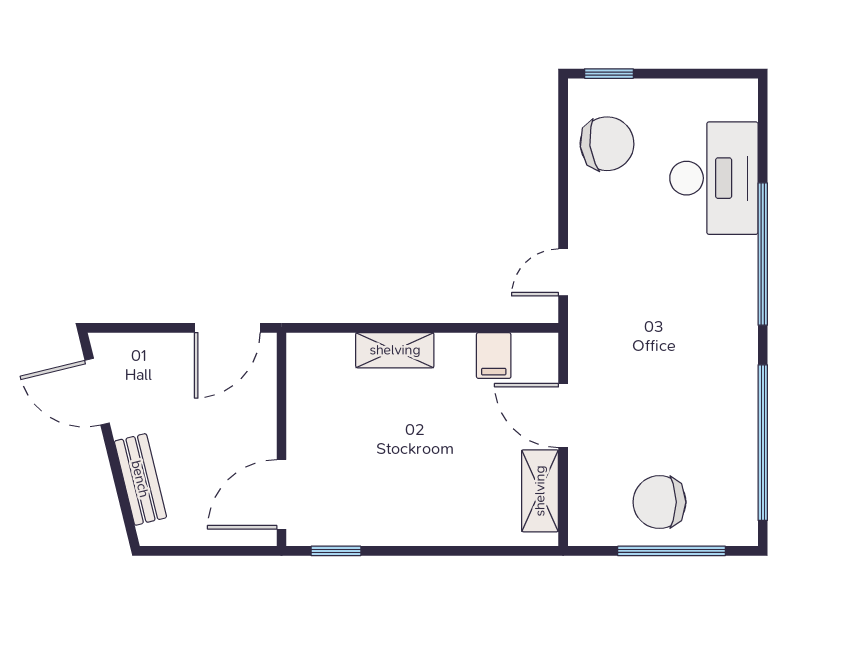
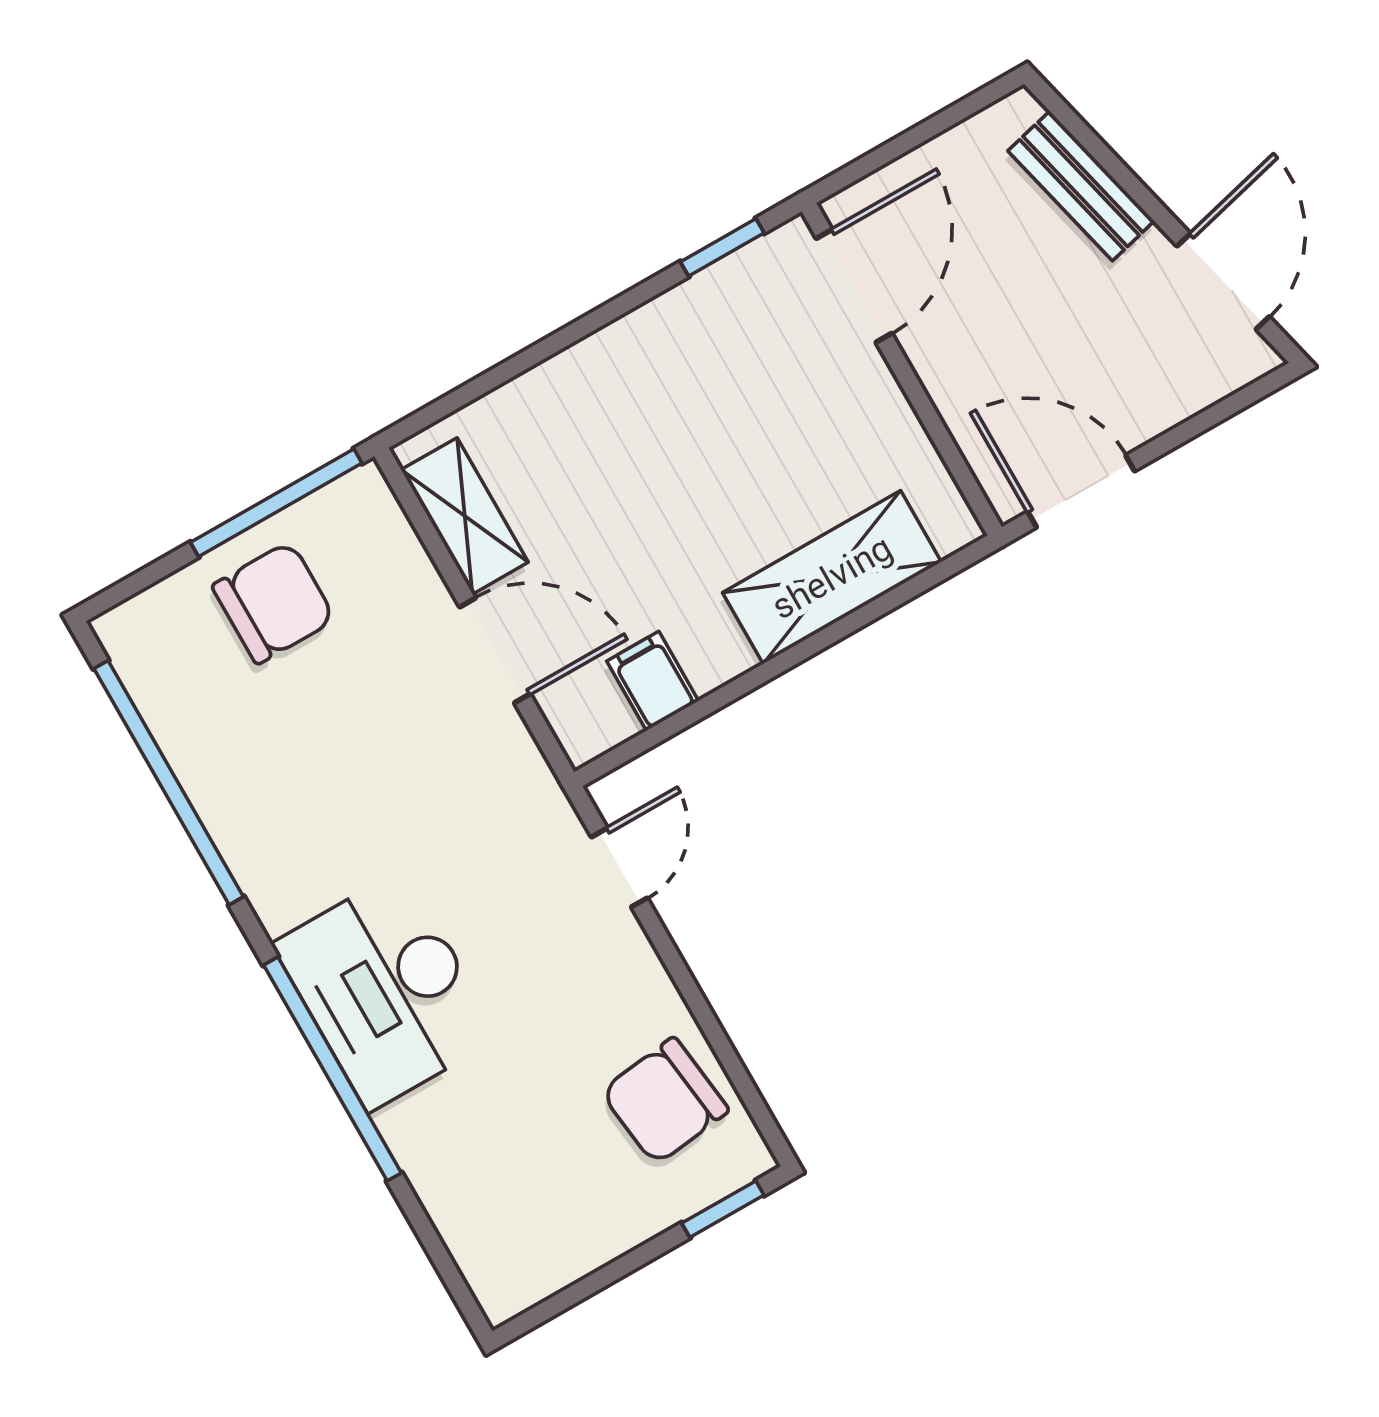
desk: (714, 178) -> (386, 990), moved
door: (227, 328) -> (1081, 491), hinge flipped
shelving: (395, 350) -> (832, 577), width x1.50, depth x1.33
door: (97, 392) -> (1223, 281), hinge flipped
window: (672, 551) -> (276, 503), moved

